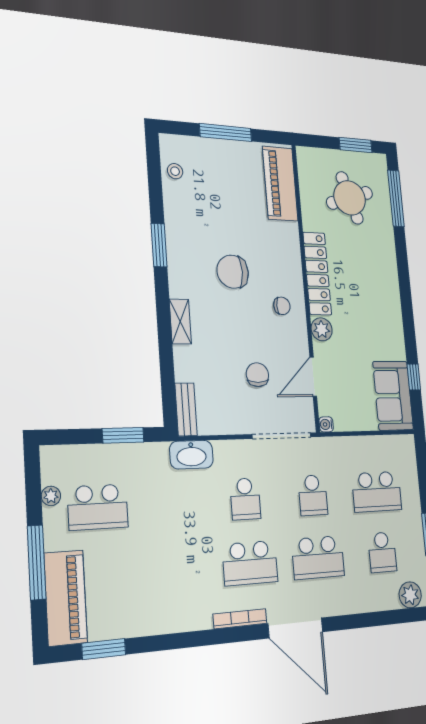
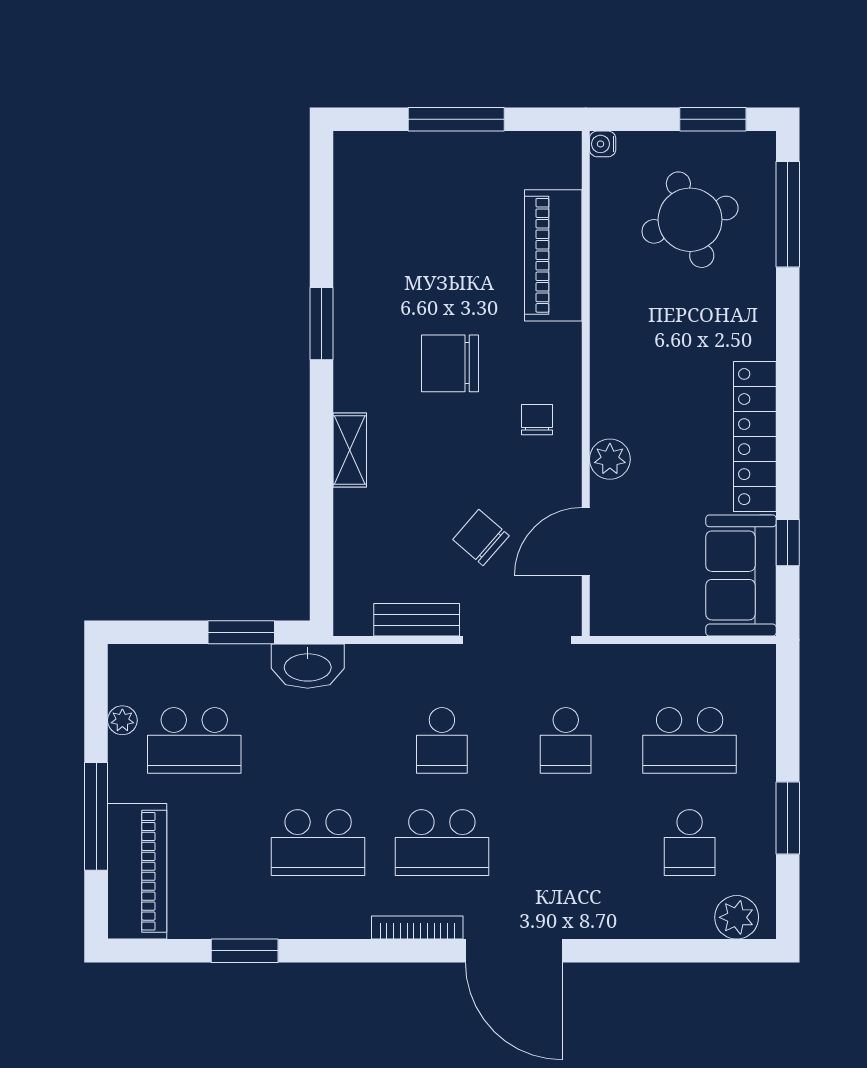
stool: (175, 171) -> (359, 195), removed
piano: (280, 184) -> (553, 255), moved
locker: (317, 273) -> (755, 437), moved, turned 180
chair: (282, 306) -> (537, 420), turned -90
chair: (257, 375) -> (481, 538), turned -49
bench: (186, 409) -> (417, 620), moved, turned 90
water cooler: (326, 424) -> (603, 144), moved
washbasin: (191, 455) -> (308, 666), moved
school desk: (318, 557) -> (318, 843), moved
window: (104, 649) -> (245, 951), moved

